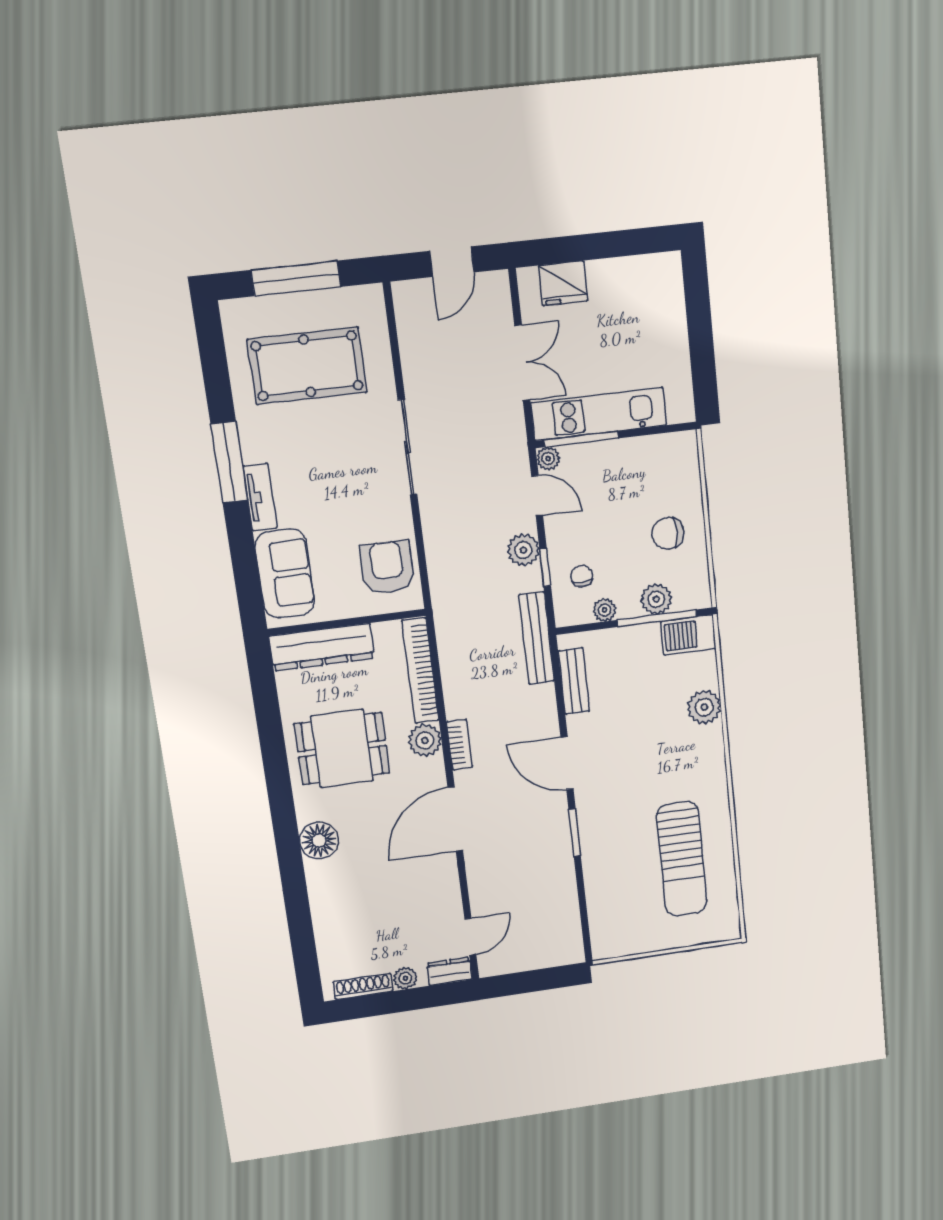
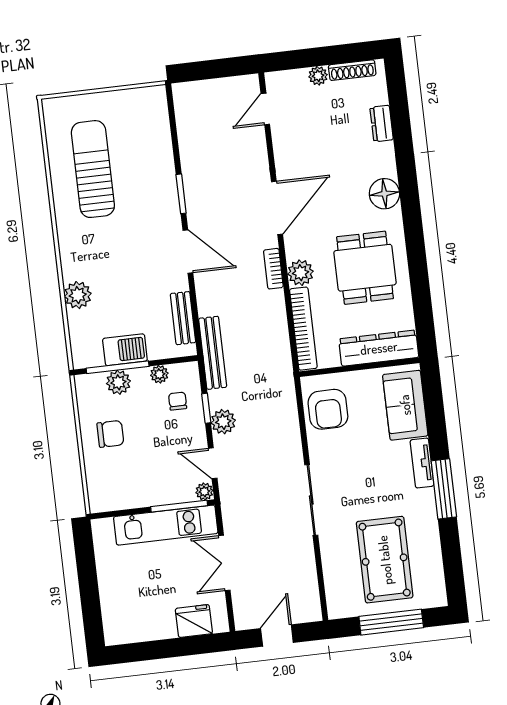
pool table: (307, 366) -> (385, 560), turned 90
chair: (582, 576) -> (178, 401), turned 180
barbecue: (688, 635) -> (125, 350), moved
dining table: (342, 749) -> (365, 268), turned 90
dresser: (449, 971) -> (382, 124), moved, turned 90

